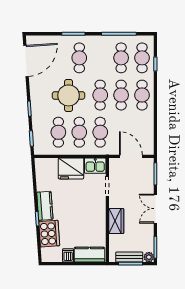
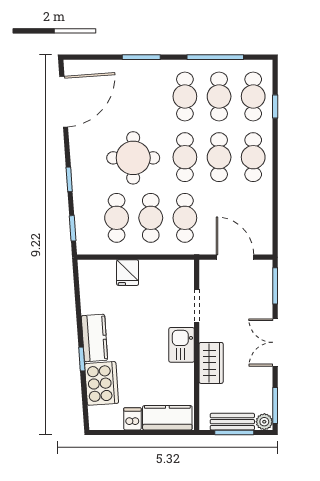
cafe table: (79, 58) -> (185, 96), moved
kitchen sink: (95, 166) -> (182, 345), moved, turned 90
fridge: (71, 168) -> (128, 273), width x0.53, depth x0.75

